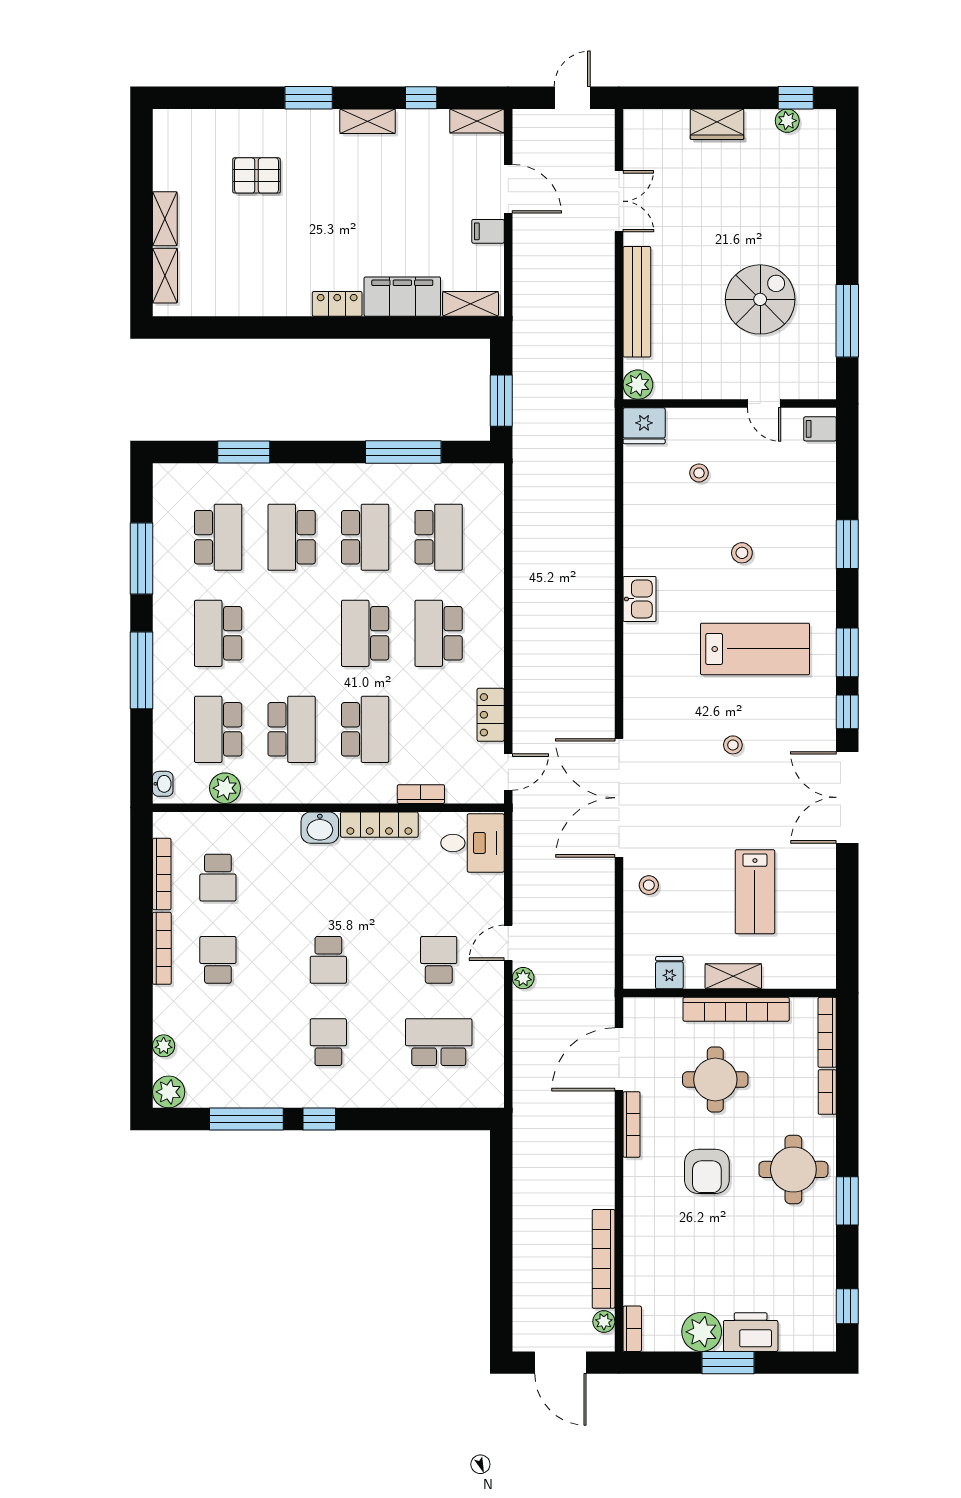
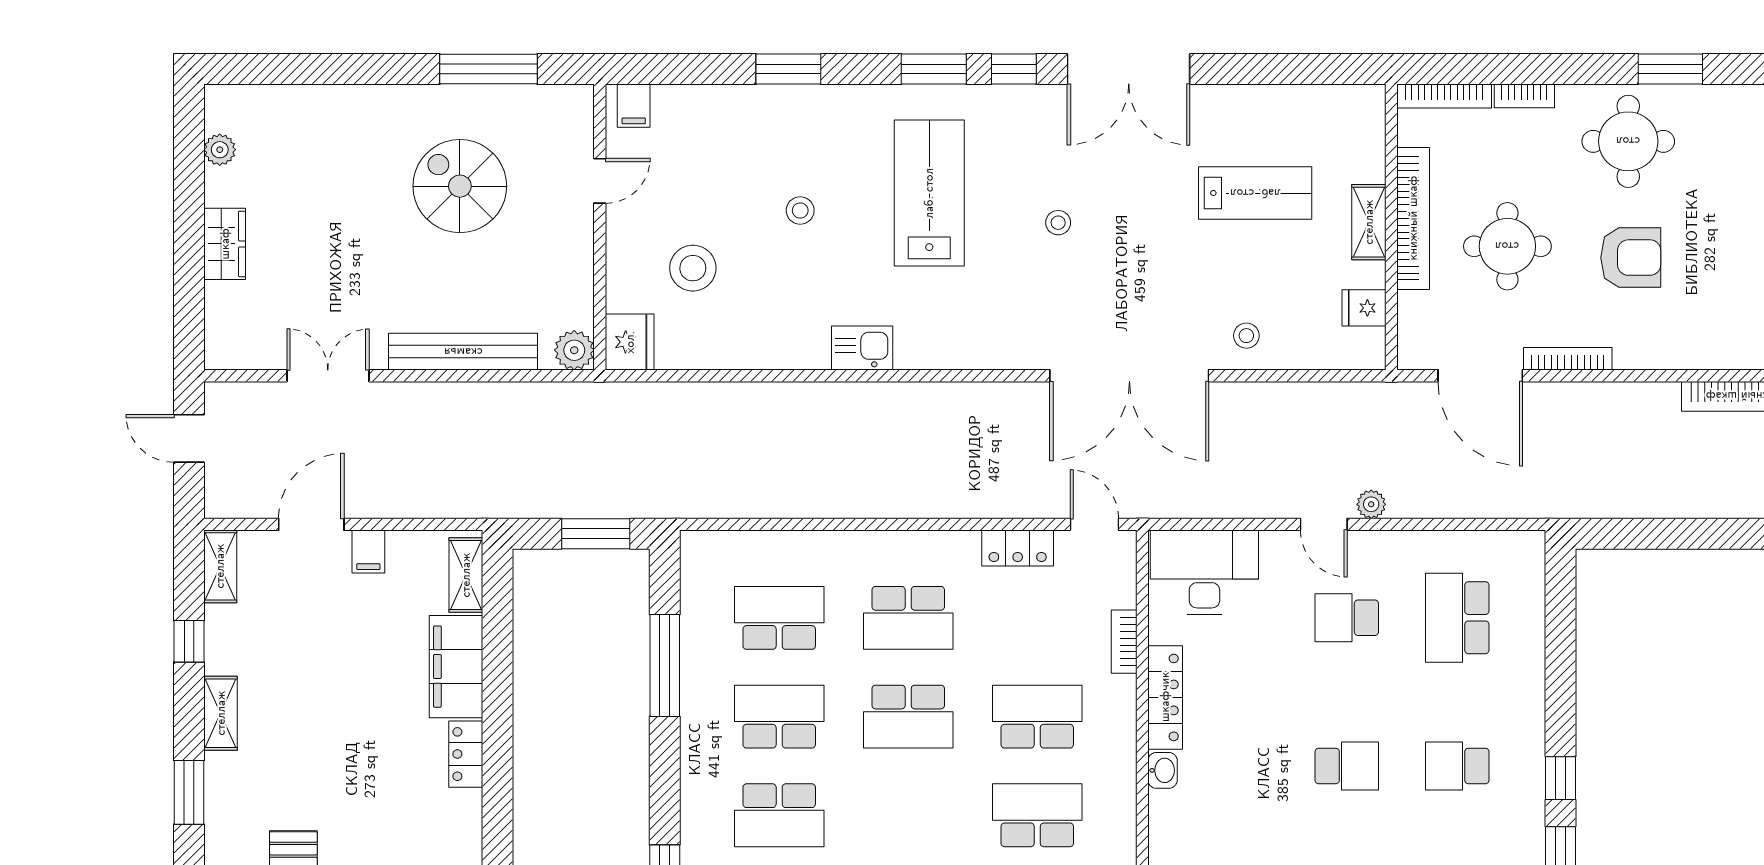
window: (796, 98) -> (189, 138), removed
stool: (699, 473) -> (693, 268), width x1.89, depth x1.89
washbasin: (320, 828) -> (1163, 770), width x0.72, depth x0.69
desk: (472, 843) -> (1204, 572), width x1.37

